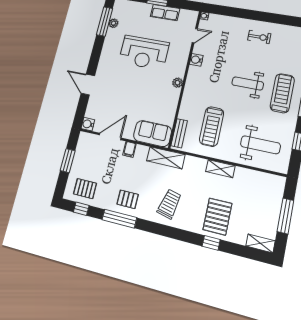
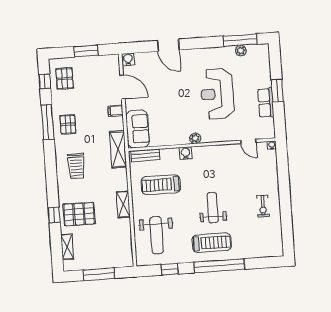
water cooler: (196, 60) -> (186, 153), moved
door: (88, 85) -> (168, 45), swing flipped
trolley: (169, 204) -> (76, 166), turned 77
shelving: (260, 243) -> (67, 247), moved

